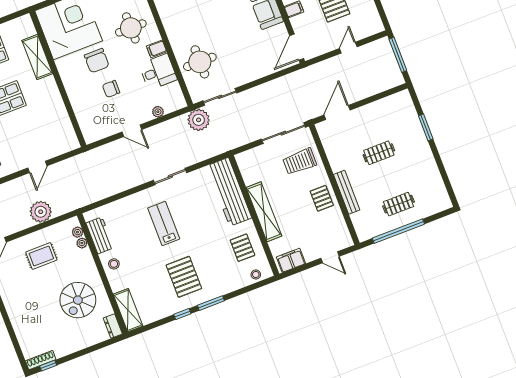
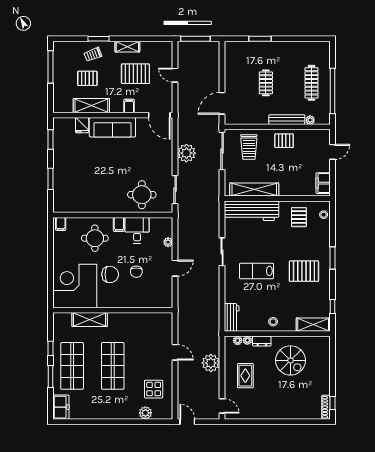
door: (337, 112) -> (222, 103), hinge flipped
plant: (199, 120) -> (186, 153), moved
clothes rail: (399, 204) -> (311, 83), width x1.36
shelving: (264, 212) -> (254, 190), moved
plant: (356, 219) -> (310, 120), added
workbench: (100, 235) -> (232, 317), moved, turned 90
pallet: (242, 248) -> (299, 217), turned 90
window: (182, 314) -> (332, 307), moved
dresser: (113, 326) -> (262, 341), moved

